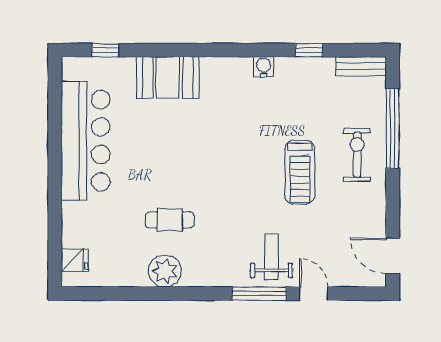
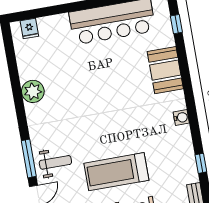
water cooler: (264, 67) -> (181, 118), moved
treadmill: (300, 172) -> (116, 172), width x1.37, depth x1.38
cafe table: (170, 220) -> (68, 89), removed

